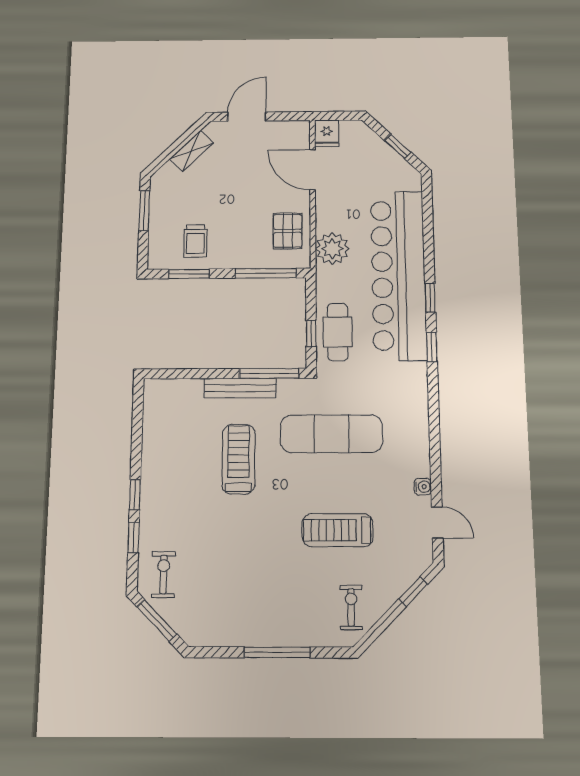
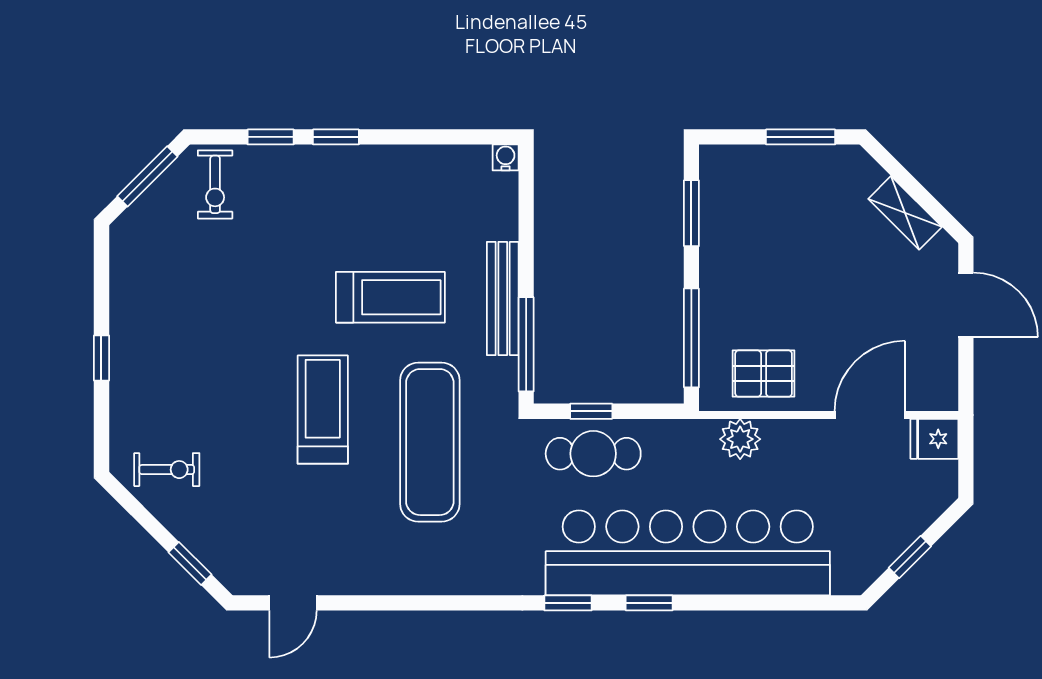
trolley: (195, 241) -> (747, 223), removed
plant: (332, 249) -> (740, 439), width x0.73, depth x0.73
water cooler: (423, 487) -> (506, 157), moved, turned 180
treadmill: (338, 530) -> (323, 410), moved
exercise bike: (163, 574) -> (215, 184), turned 90
window: (277, 652) -> (101, 358), width x0.46

